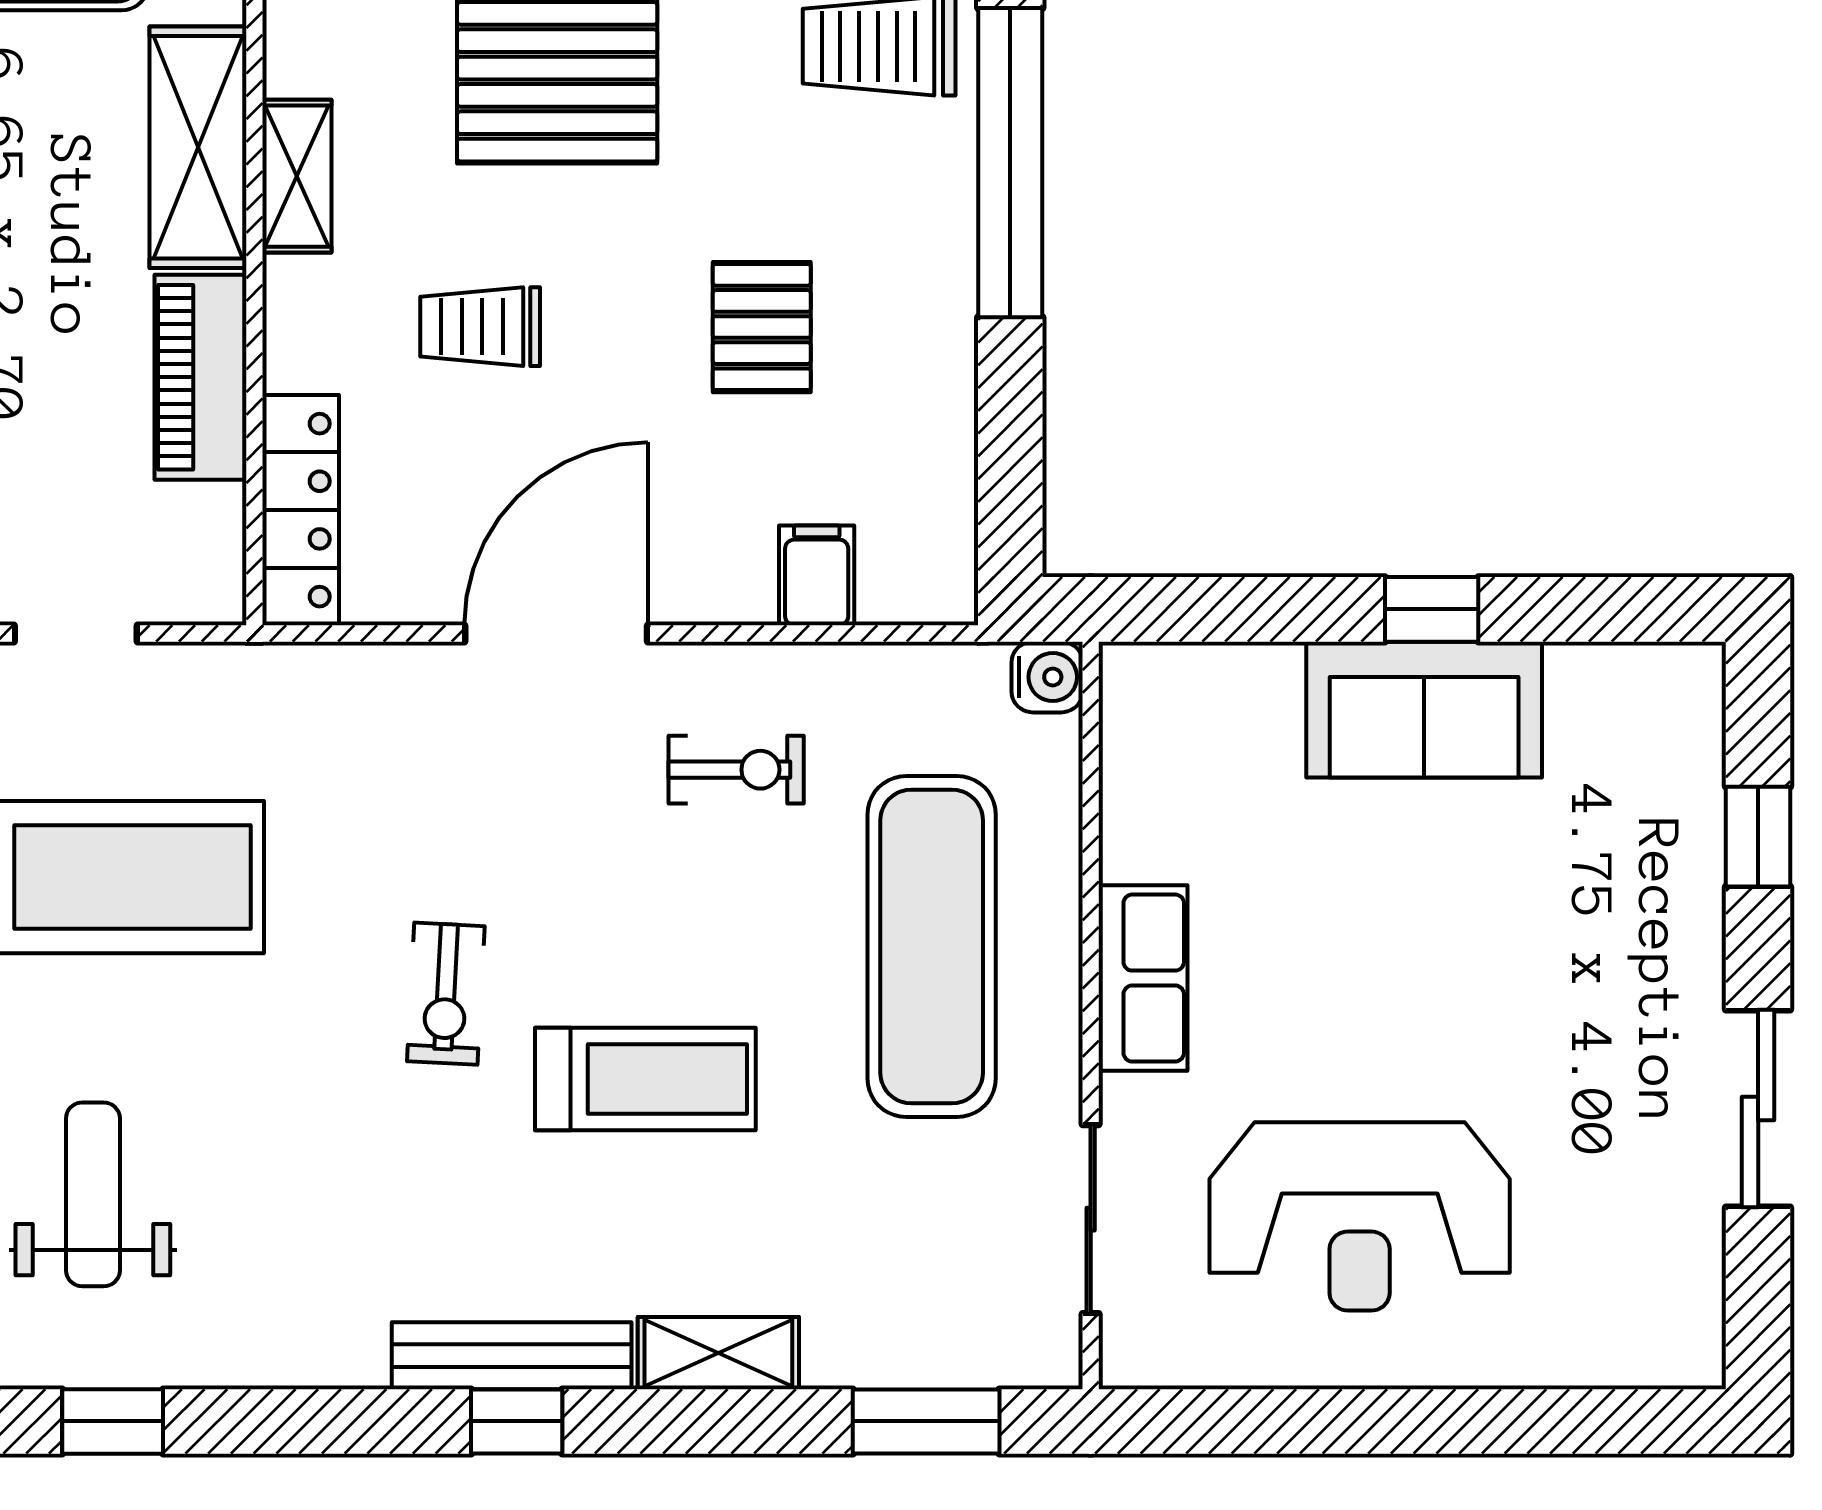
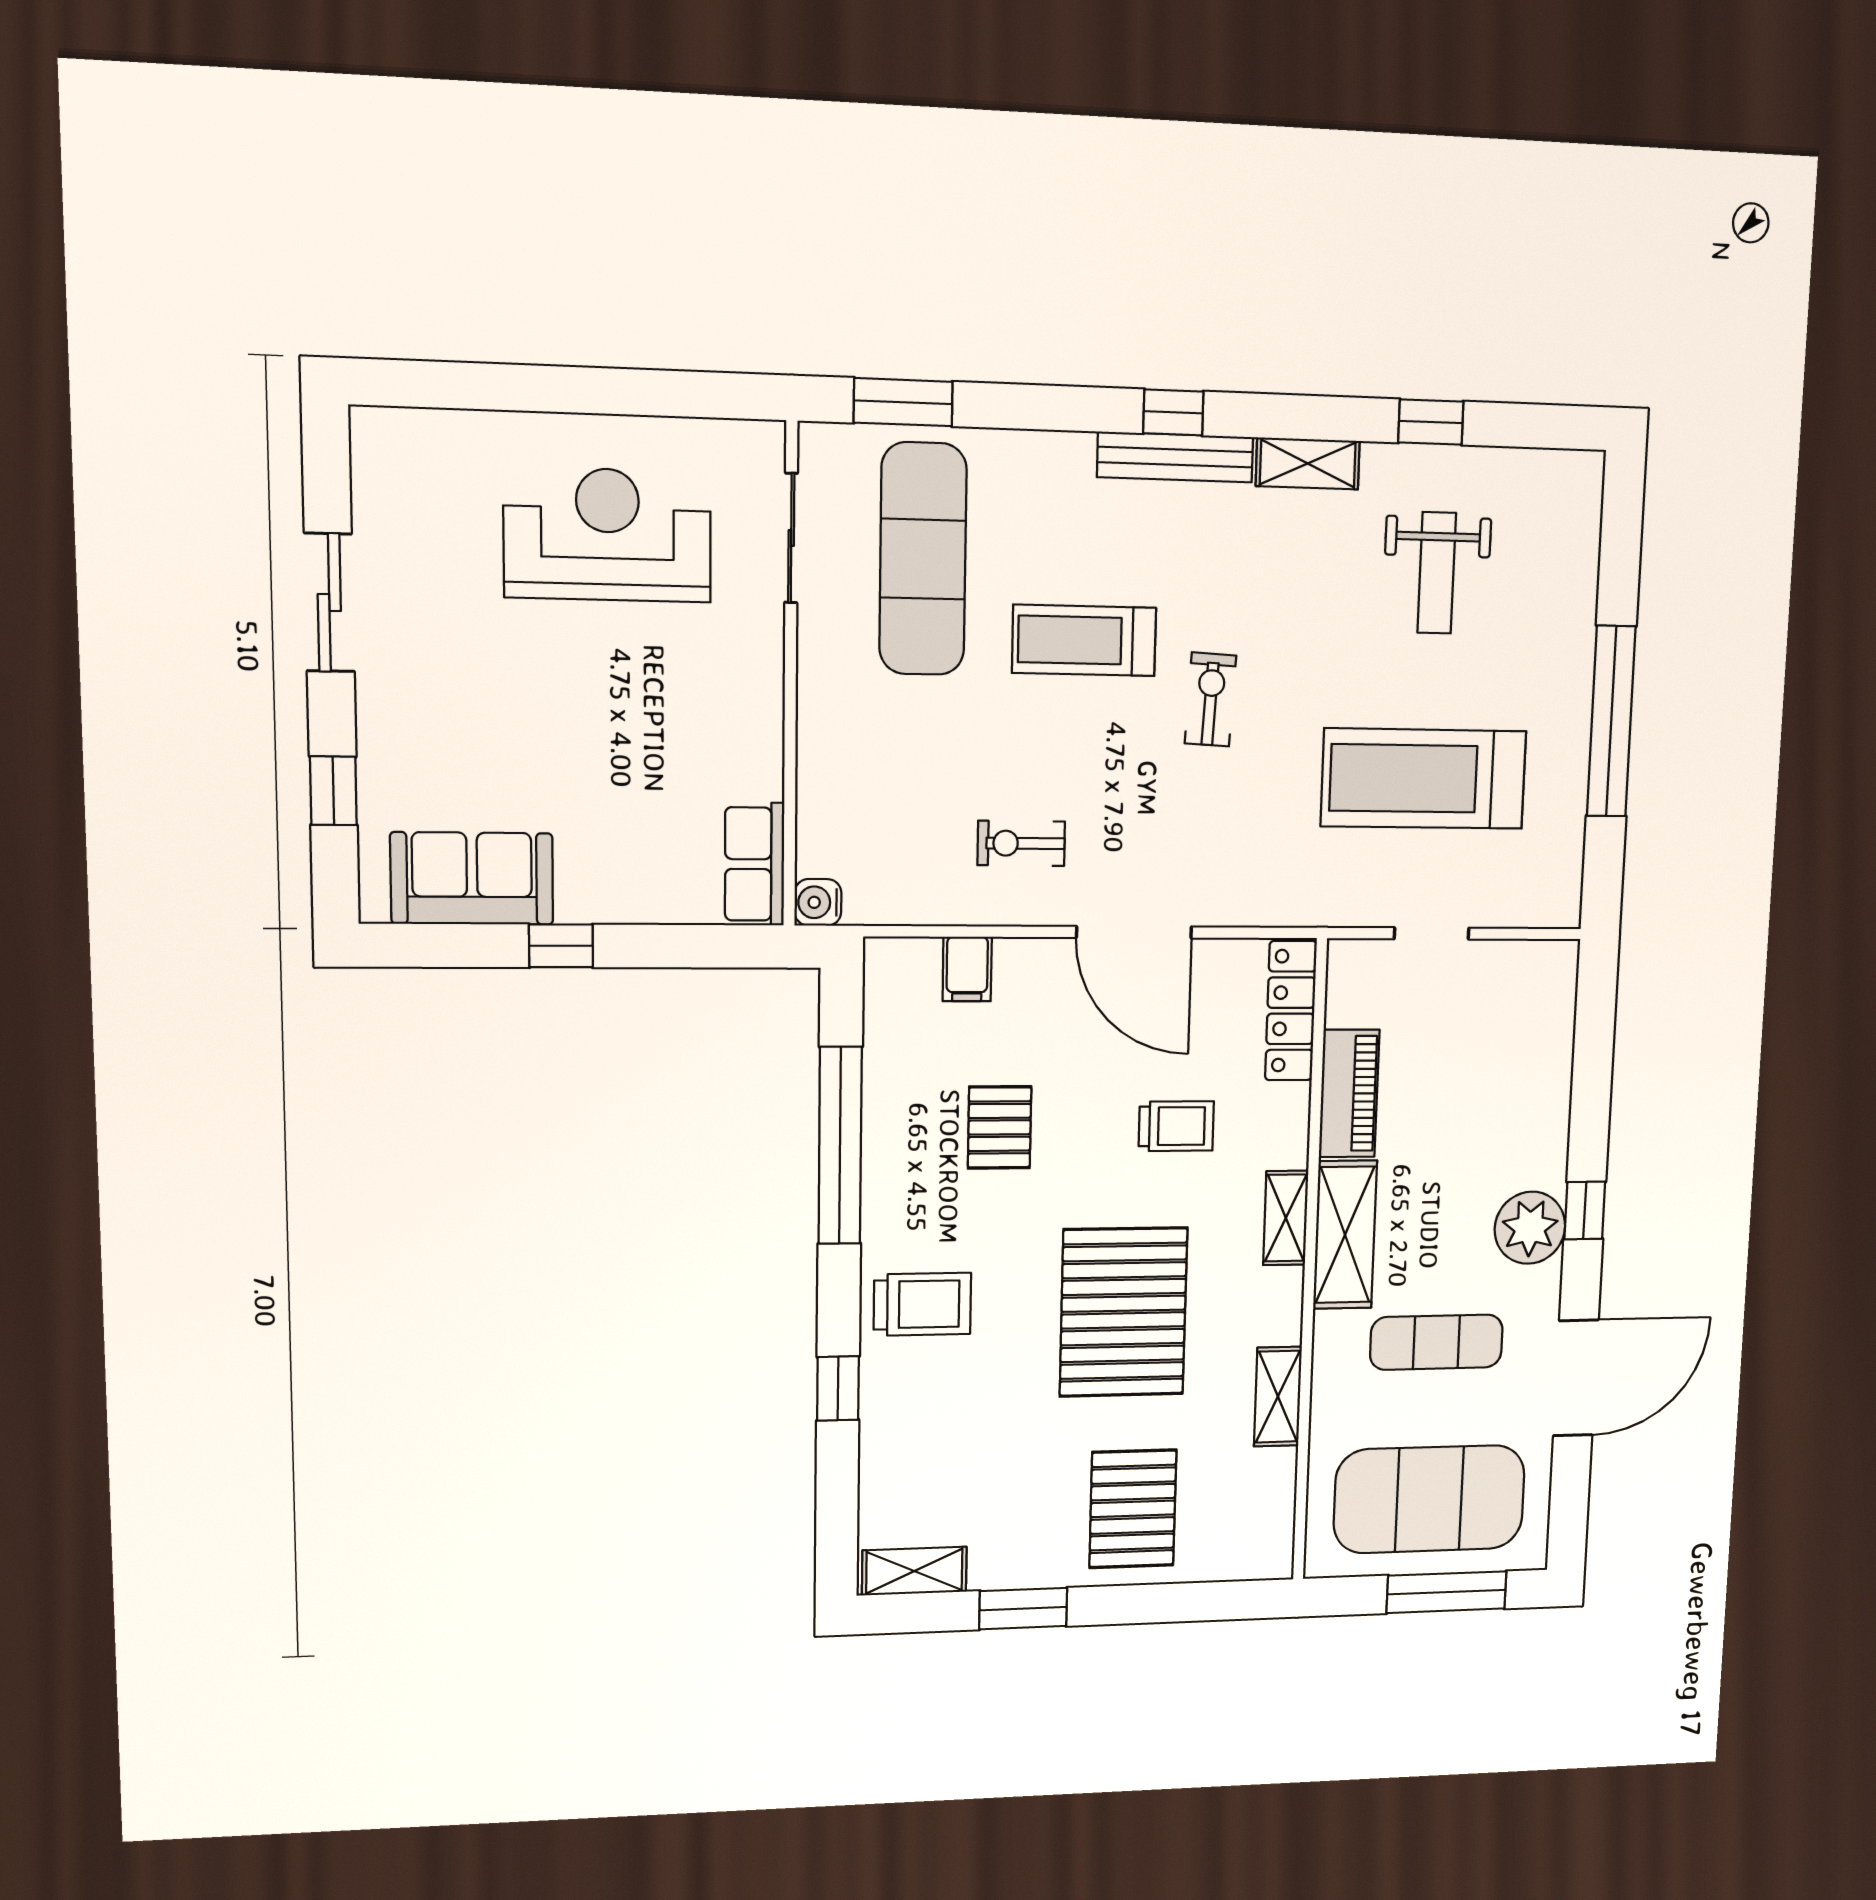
window: (1010, 163) -> (840, 1146), moved
door: (556, 633) -> (1134, 932), hinge flipped
sofa: (1424, 710) -> (472, 878), moved
exercise mat: (932, 947) -> (923, 559), moved
row of seats: (1143, 978) -> (755, 864), moved
shelving: (718, 1353) -> (1308, 463), moved

